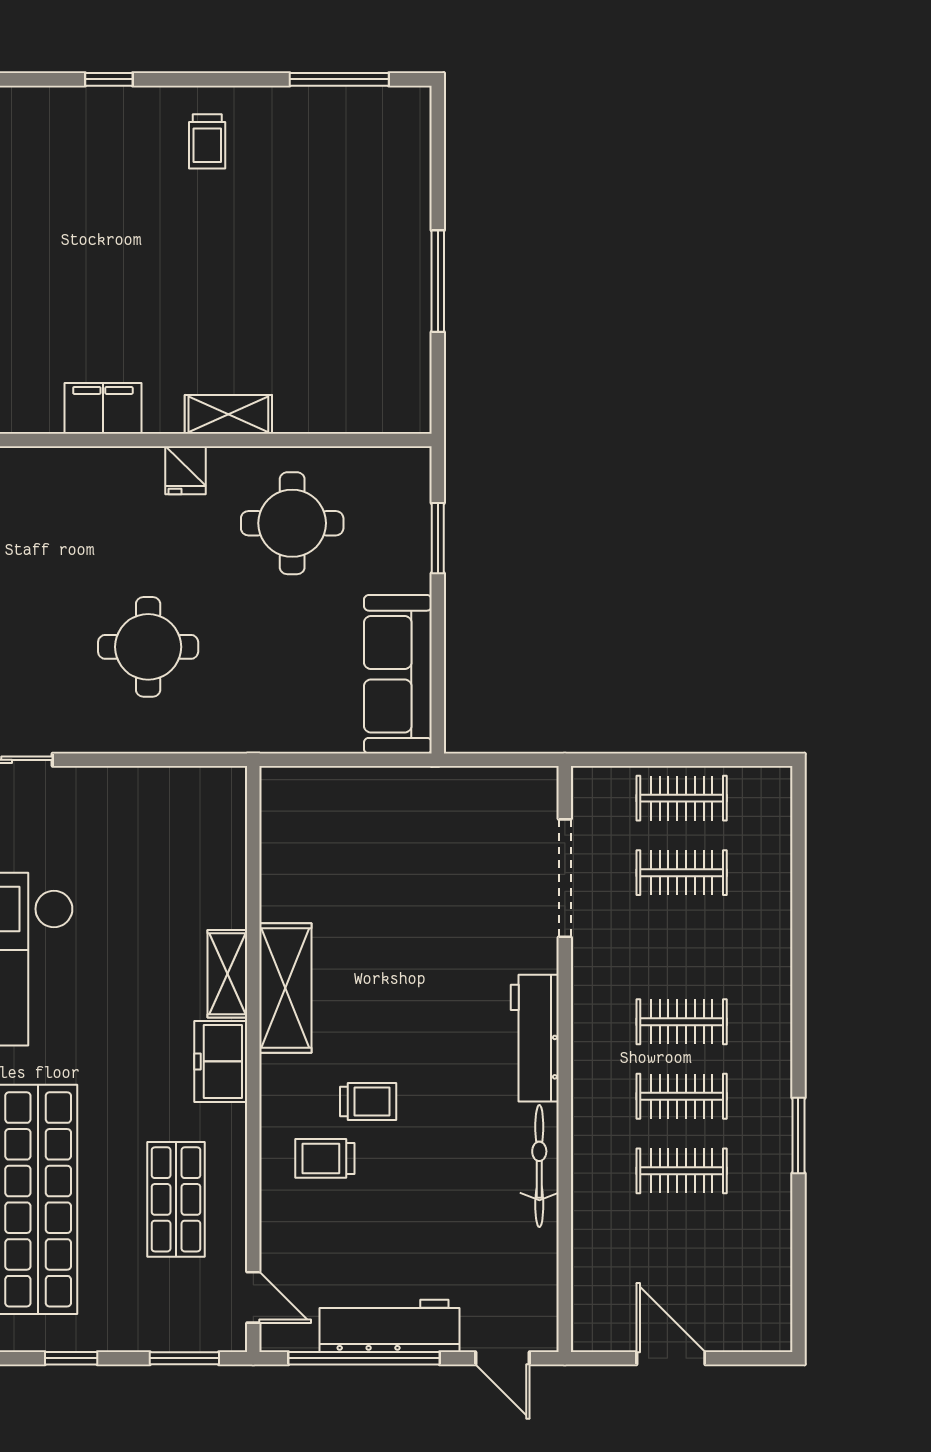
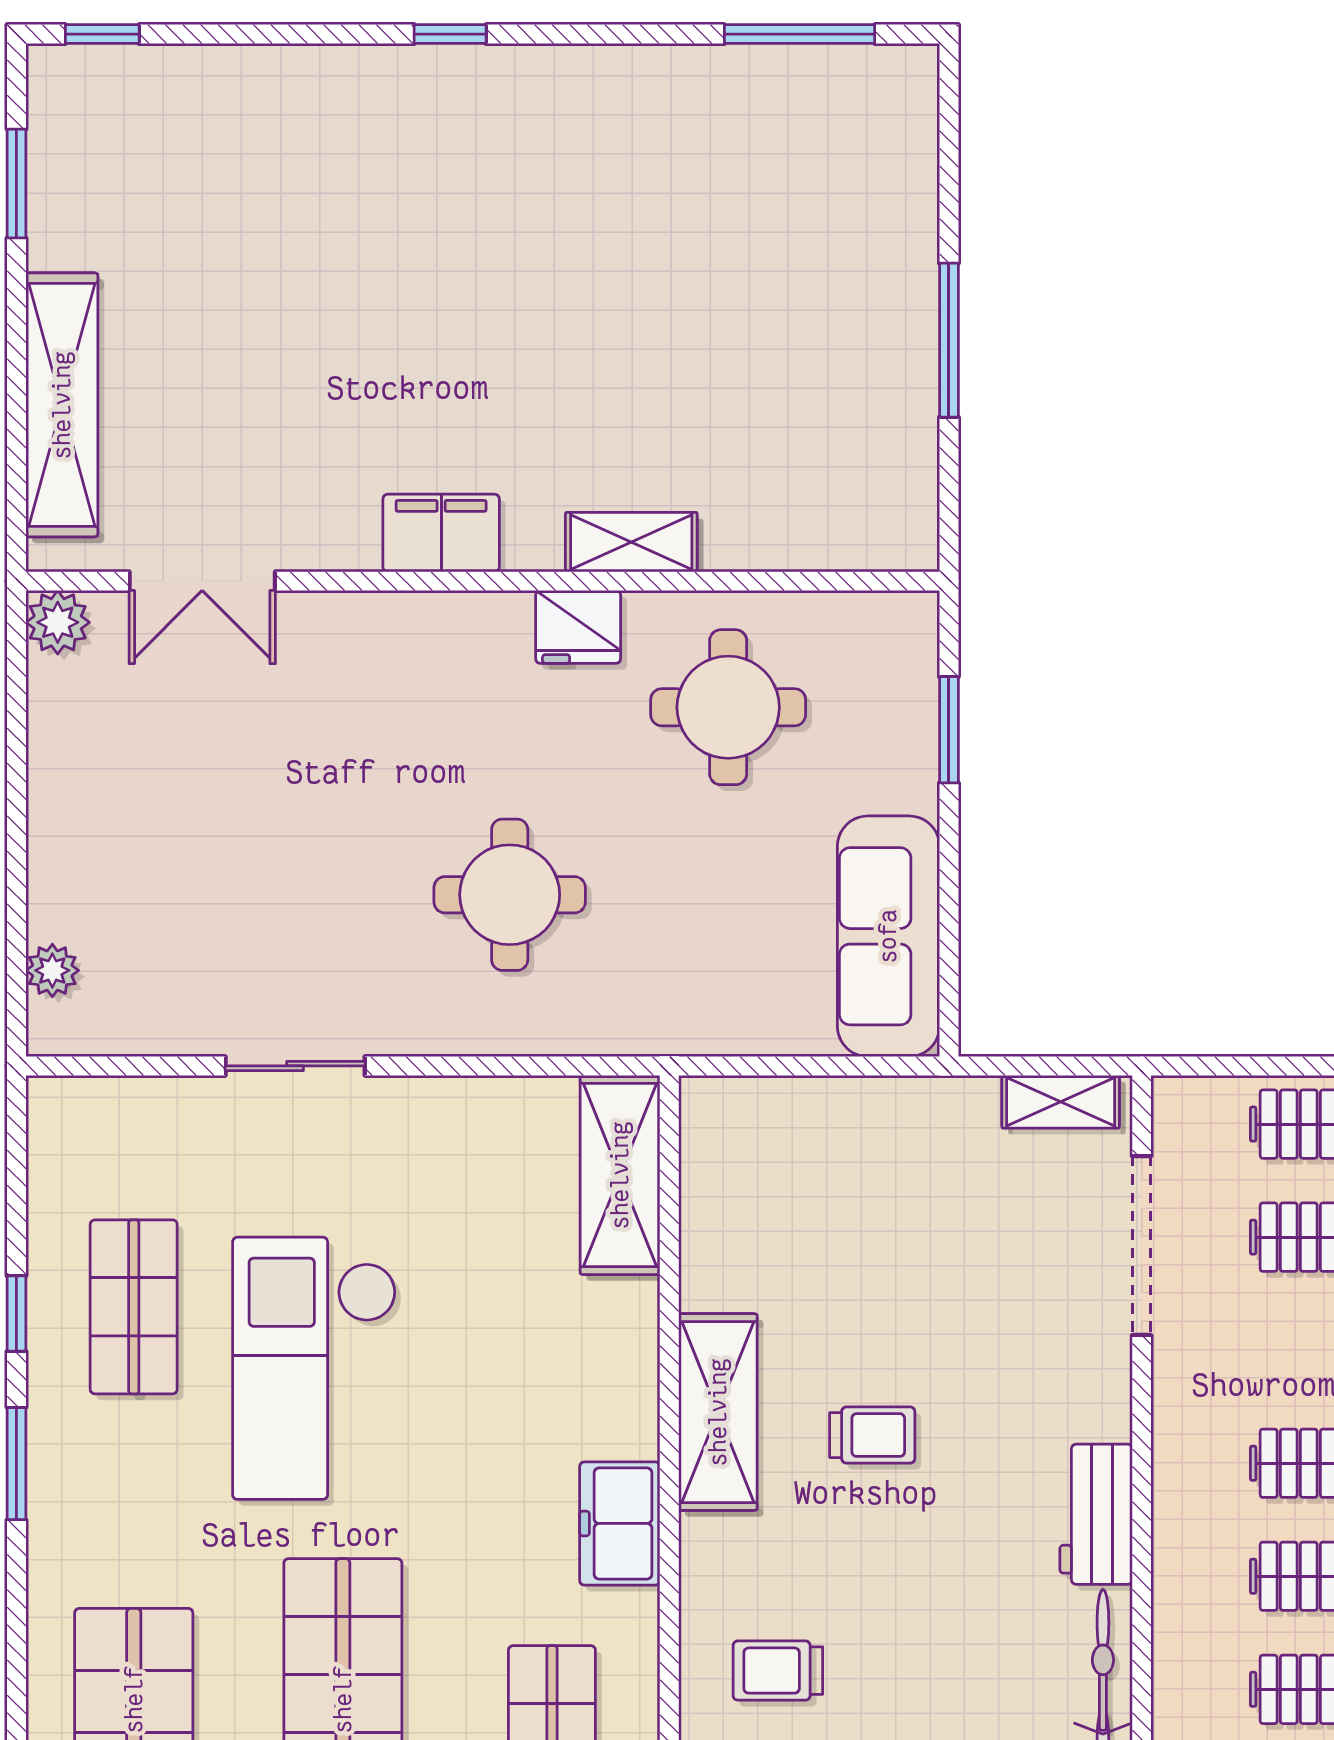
trolley: (207, 141) -> (599, 128), removed
fridge: (185, 470) -> (578, 627), width x1.38
shelving: (511, 783) -> (1061, 1102), added
shelving: (227, 974) -> (620, 1175), moved, width x1.50, depth x1.33
workbench: (535, 1038) -> (1096, 1514), width x0.73
trolley: (368, 1101) -> (872, 1435), moved

